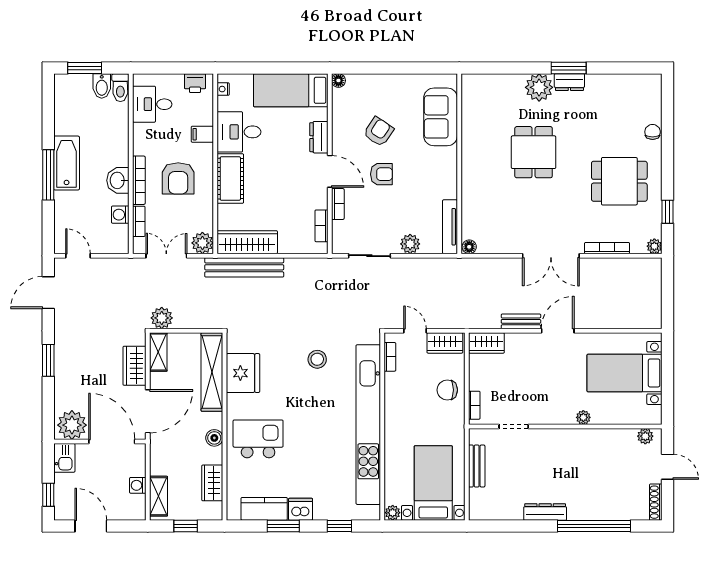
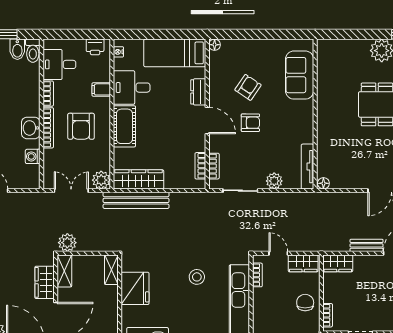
bookcase: (338, 204) -> (214, 166), moved
bookcase: (139, 221) -> (48, 94), moved
shelving: (212, 372) -> (111, 270), width x0.45, depth x0.75
chair: (447, 390) -> (305, 303), turned 90

